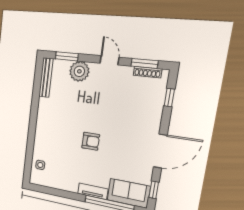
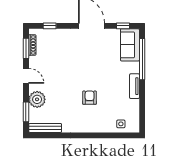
door: (109, 60) -> (26, 76), swing flipped
armchair: (91, 141) -> (90, 98), moved
tv unit: (93, 191) -> (135, 86), moved

